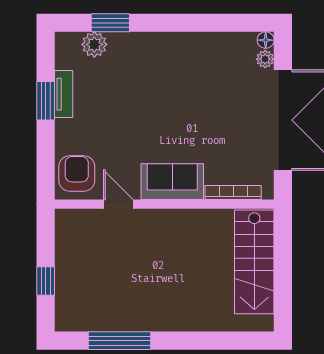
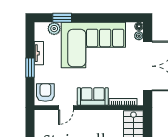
corner sofa: (173, 78) -> (93, 45), added
window: (46, 101) -> (30, 68), moved
door: (118, 204) -> (66, 108), swing flipped

